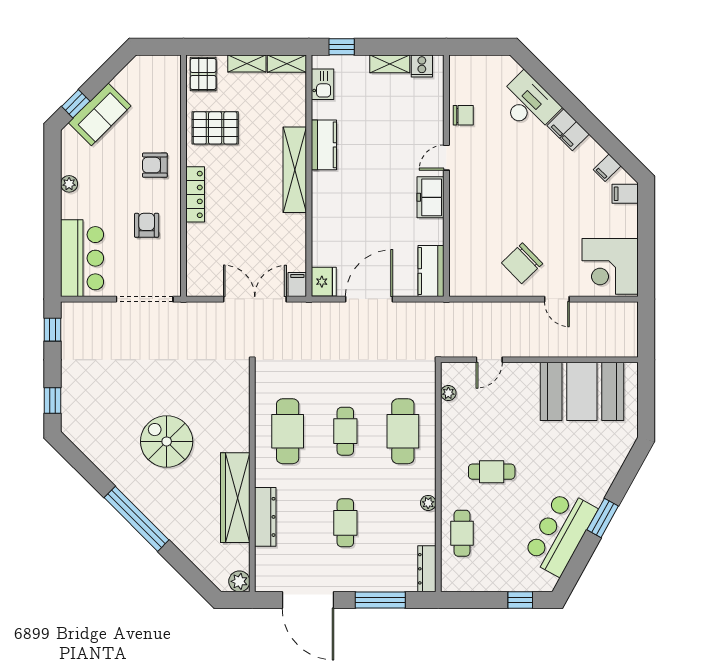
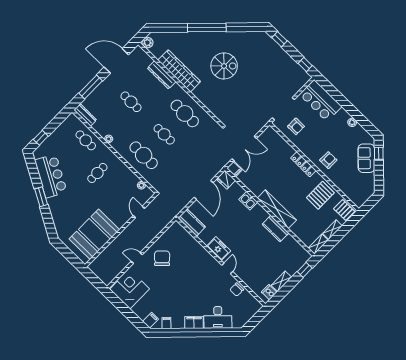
kitchen sink: (322, 84) -> (248, 201), moved
armchair: (147, 225) -> (296, 126), moved

